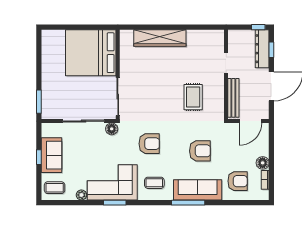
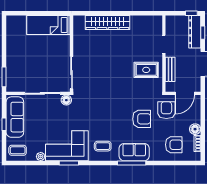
bed: (91, 53) -> (48, 25), width x0.49
rug: (193, 97) -> (146, 70), moved, turned 90
bench: (233, 98) -> (170, 69), width x0.73
armchair: (149, 144) -> (166, 110), moved, turned -90
sofa: (51, 155) -> (15, 117), width x1.36
sofa: (198, 190) -> (134, 152), width x0.73

